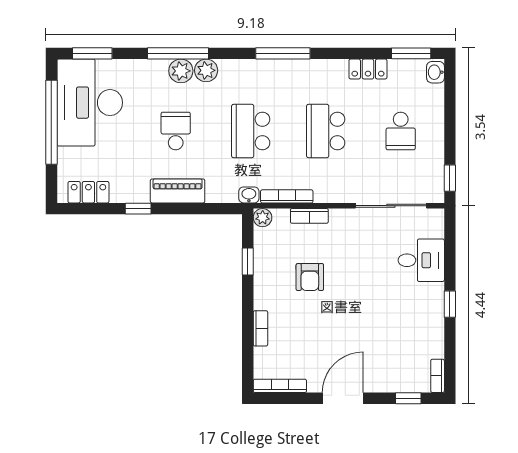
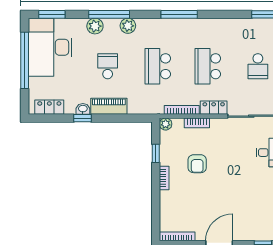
locker: (368, 69) -> (214, 108), moved, turned 180
plant: (181, 71) -> (95, 26), moved
washbasin: (249, 195) -> (83, 109), moved
bookcase: (260, 328) -> (164, 178), moved

